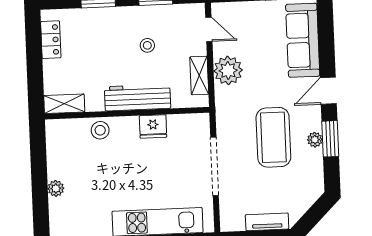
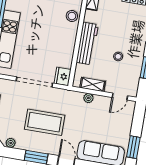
plant: (228, 70) -> (88, 98), width x0.53, depth x0.53
fridge: (153, 126) -> (63, 76), moved
plant: (315, 140) -> (11, 143), moved

